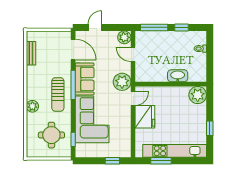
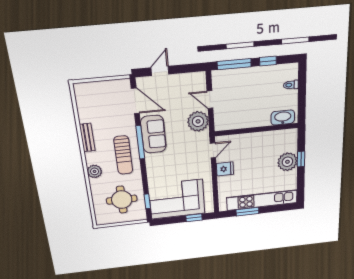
plant: (124, 37) -> (198, 80), removed
bench: (31, 53) -> (87, 138), moved
washbasin: (178, 76) -> (283, 118), moved
plant: (122, 82) -> (198, 121), moved
plant: (198, 95) -> (287, 162), moved
fridge: (145, 117) -> (225, 169), width x0.53, depth x0.75
corner sofa: (92, 119) -> (177, 199), moved, turned -90
window: (210, 128) -> (301, 159), moved

